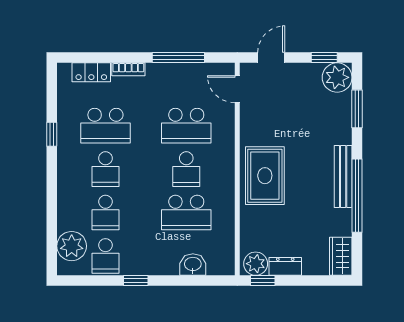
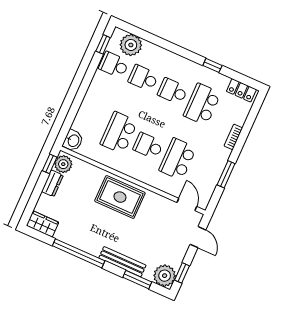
window: (178, 58) -> (226, 174), width x0.69
locker: (91, 72) -> (241, 90), moved, turned -90
door: (237, 89) -> (187, 205), hinge flipped
bench: (343, 176) -> (122, 262), moved
washbasin: (193, 265) -> (73, 141), moved
window: (136, 281) -> (103, 44), moved

